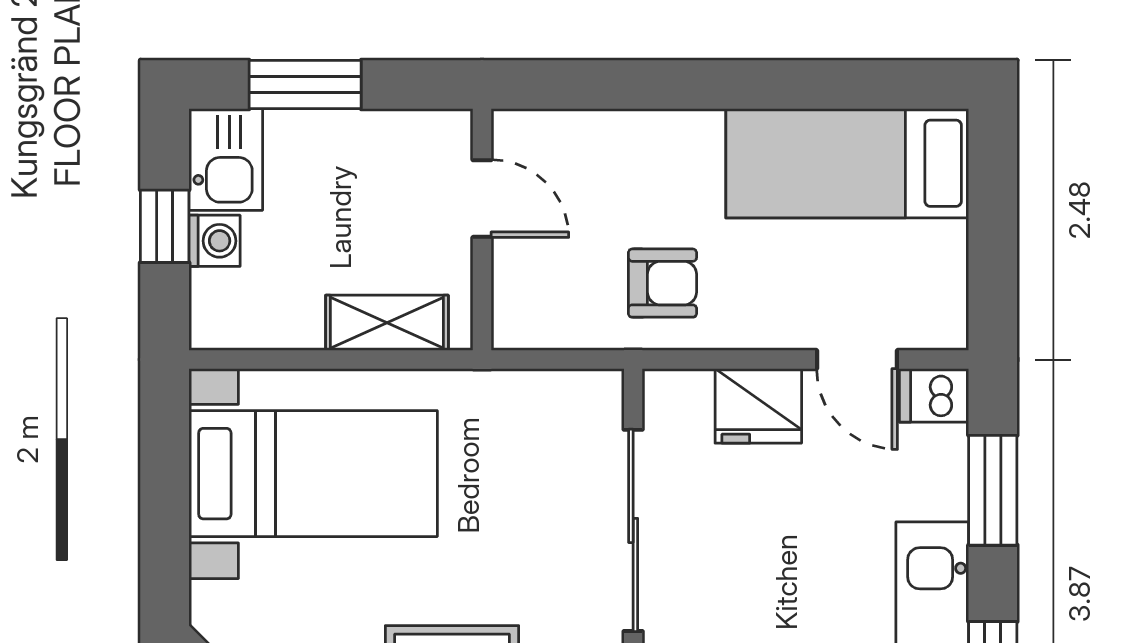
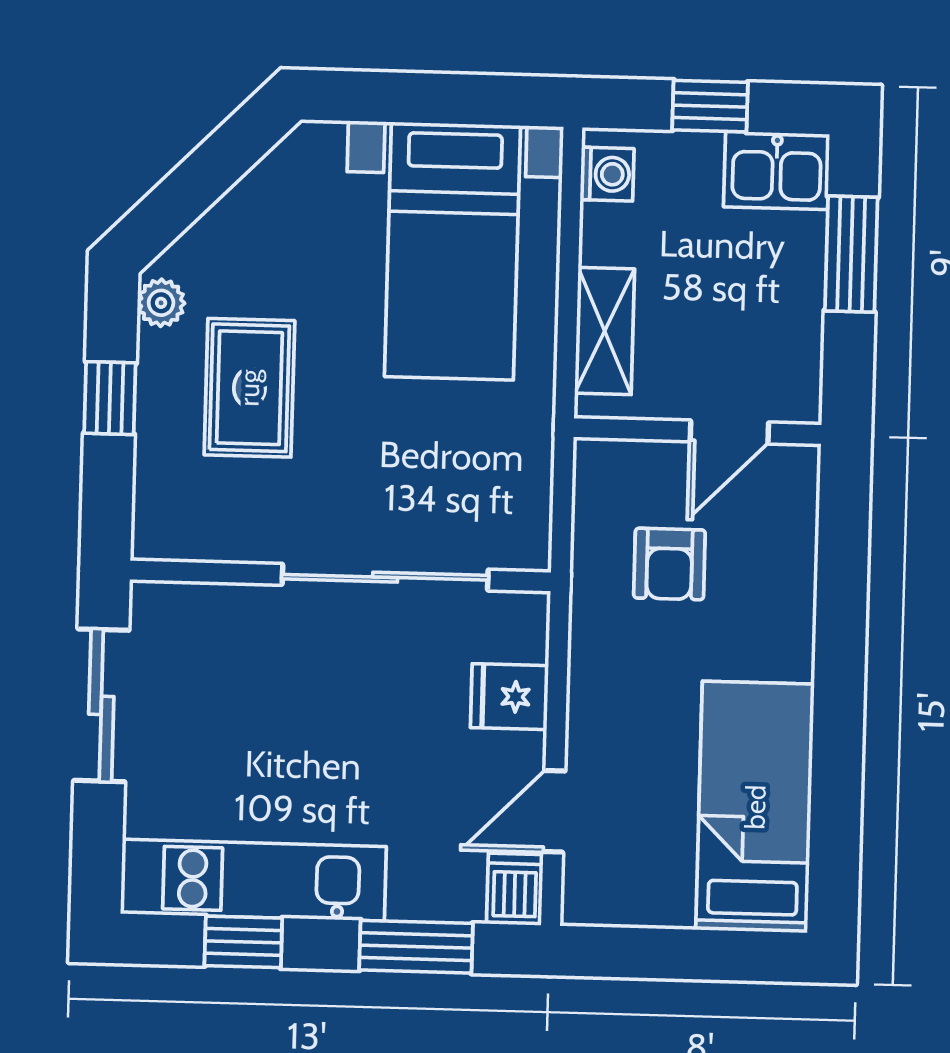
washing machine: (214, 241) -> (607, 174), moved, turned -90
armchair: (662, 283) -> (669, 564), moved
fridge: (758, 406) -> (509, 697), width x0.72

